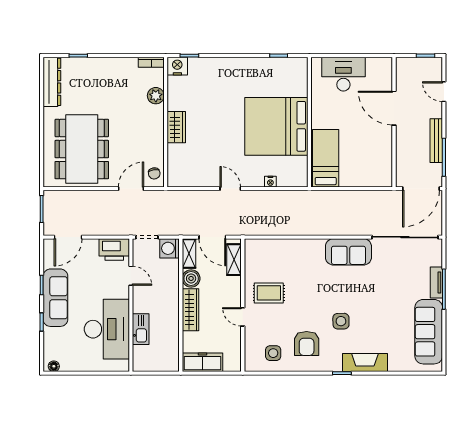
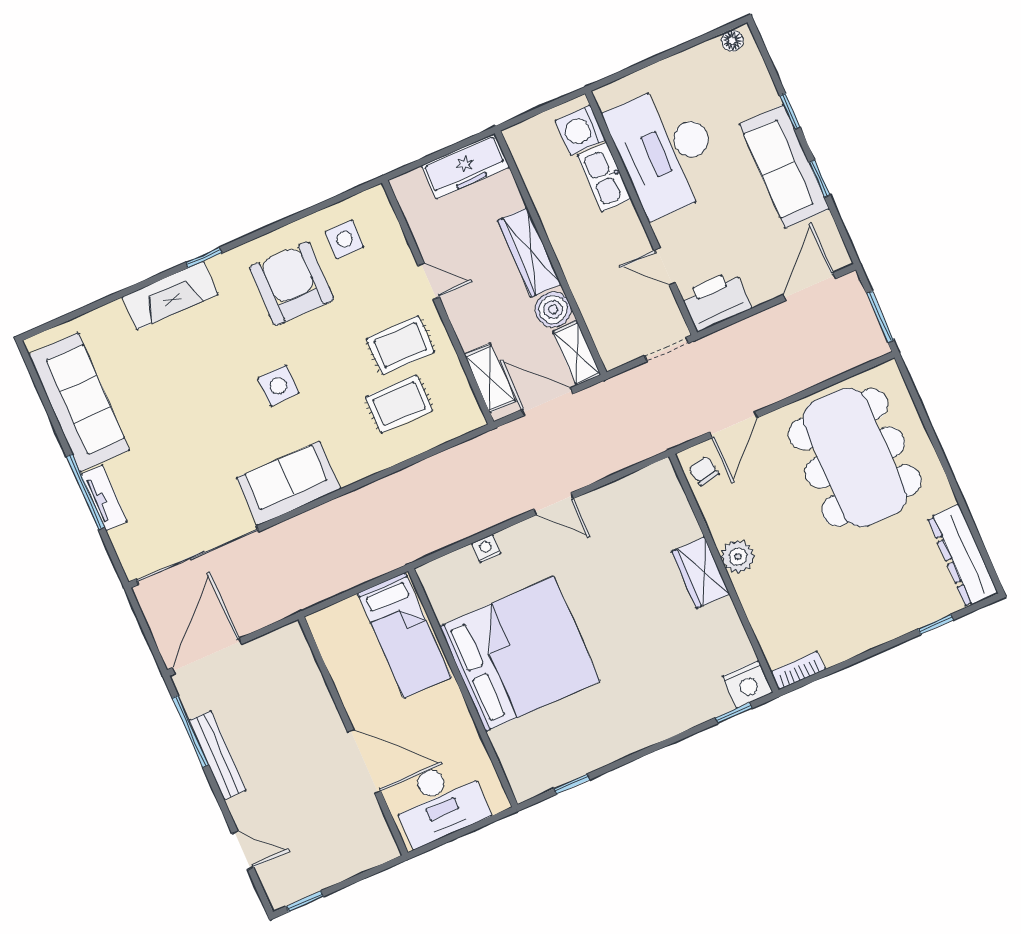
plant: (156, 96) -> (738, 557), moved
door: (394, 108) -> (364, 761), moved
wall: (394, 122) -> (353, 736), moved
washing machine: (170, 248) -> (581, 130), moved, turned 180
rug: (281, 266) -> (399, 404), added
side table: (341, 321) -> (278, 386), moved
armchair: (307, 343) -> (291, 284), width x1.36, depth x1.36

